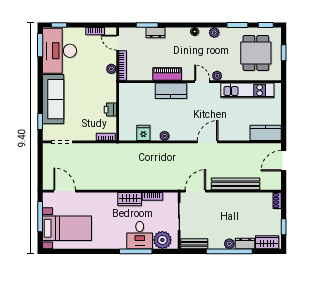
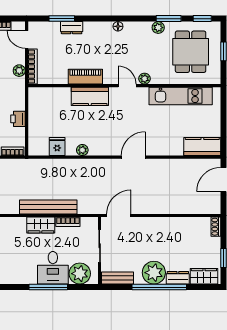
plant: (214, 33) -> (158, 28), moved
bench: (235, 184) -> (48, 207), moved
plant: (229, 244) -> (154, 273), width x1.88, depth x1.88

